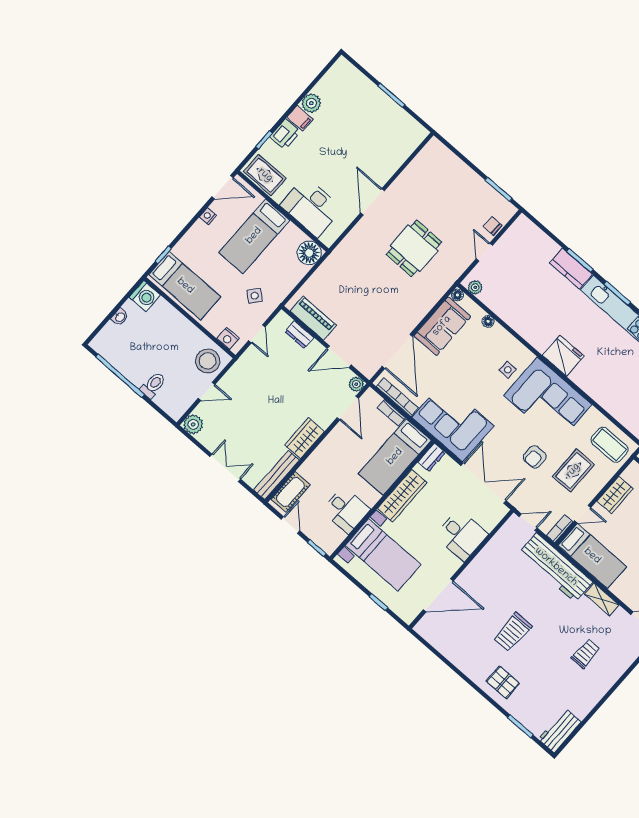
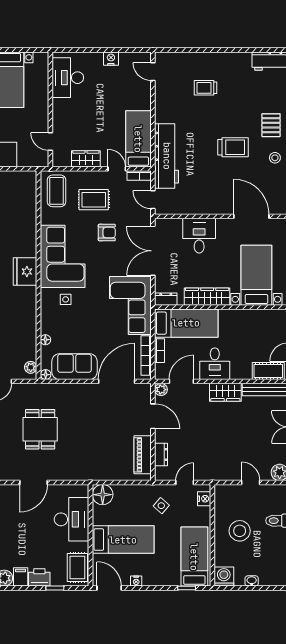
dining table: (414, 248) -> (40, 429), turned 90
stool: (208, 361) -> (240, 531), moved
desk: (346, 510) -> (215, 364), moved, turned 180
shelving: (602, 599) -> (161, 108), removed
stool: (471, 661) -> (275, 158), added

